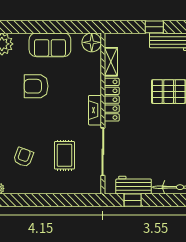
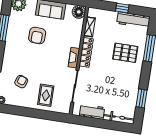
armchair: (36, 86) -> (37, 36), turned -88
rug: (64, 155) -> (46, 95), moved
window: (133, 200) -> (90, 122), removed

